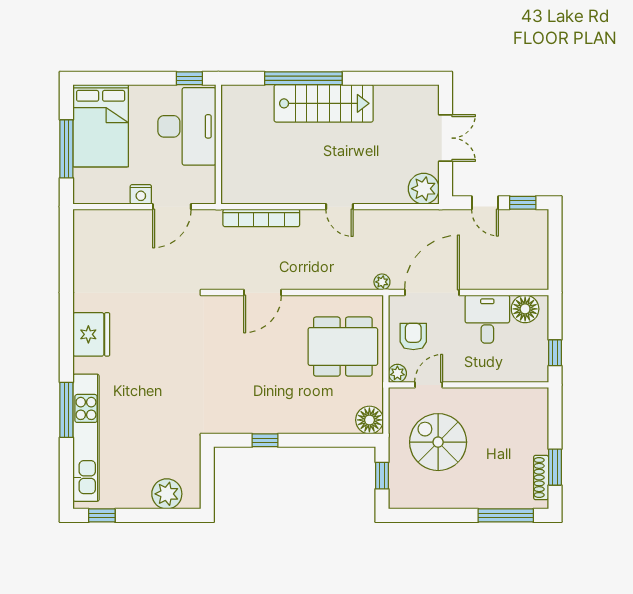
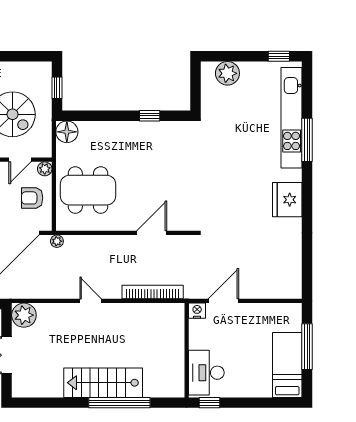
bed: (101, 126) -> (287, 365), width x0.67
desk: (187, 126) -> (206, 373), width x0.73, depth x0.77
nightstand: (141, 194) -> (197, 311), moved
armchair: (413, 337) -> (32, 198), turned 90

